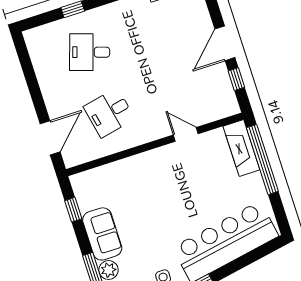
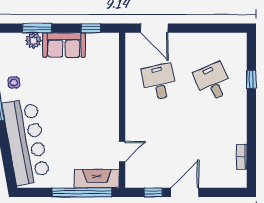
door: (225, 43) -> (185, 192), hinge flipped
desk: (90, 52) -> (213, 82), turned -42
door: (186, 134) -> (122, 152), moved

